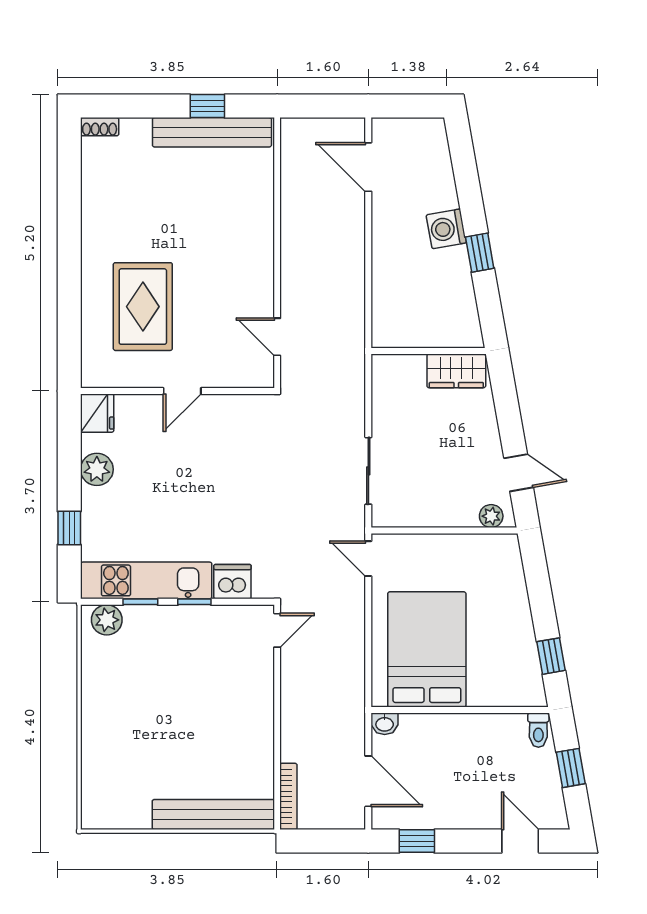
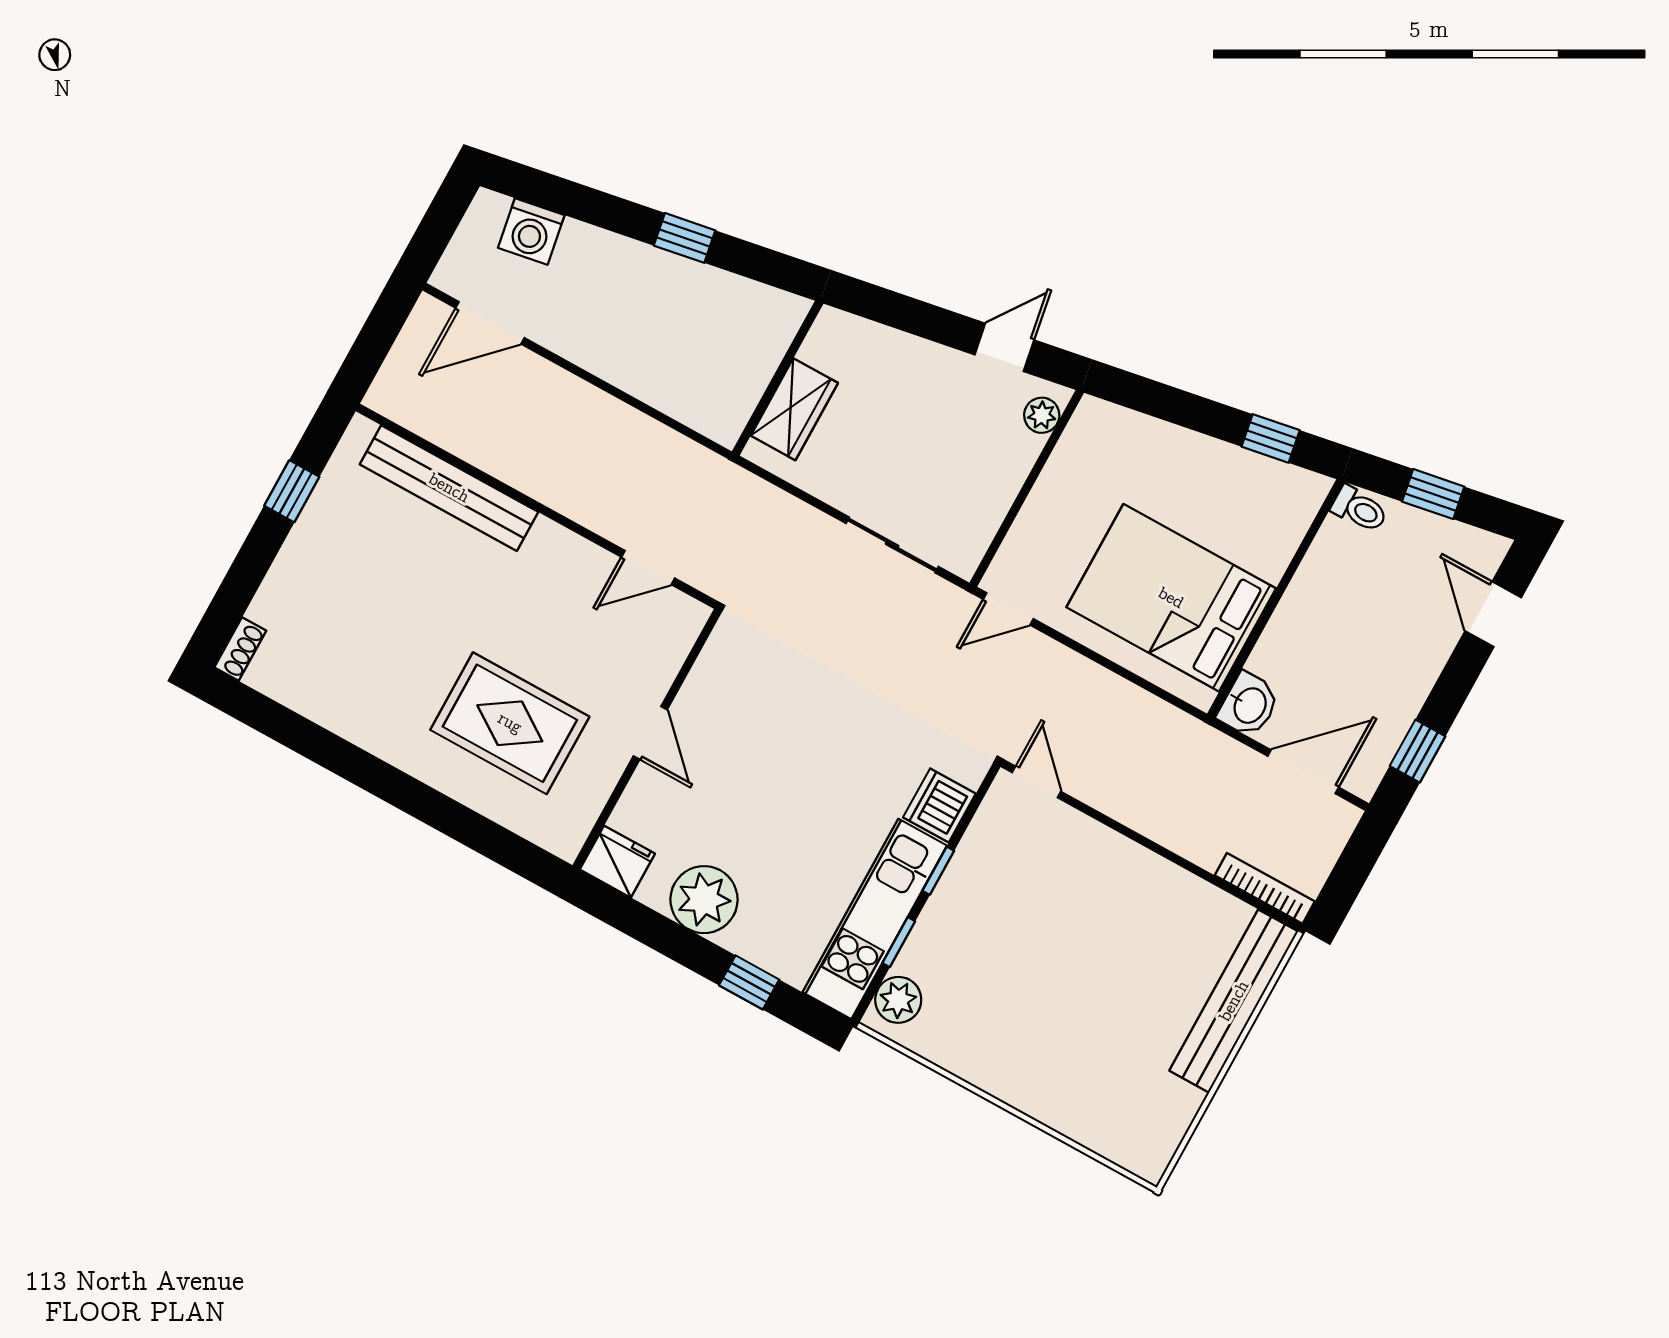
bench: (212, 132) -> (449, 488), moved, turned 90
washing machine: (446, 229) -> (531, 231), moved
wardrobe: (456, 371) -> (794, 409), moved
plant: (97, 469) -> (704, 900), width x1.36, depth x1.36
washbasin: (385, 724) -> (1249, 705), width x1.38, depth x1.45
door: (520, 841) -> (1493, 614), hinge flipped

